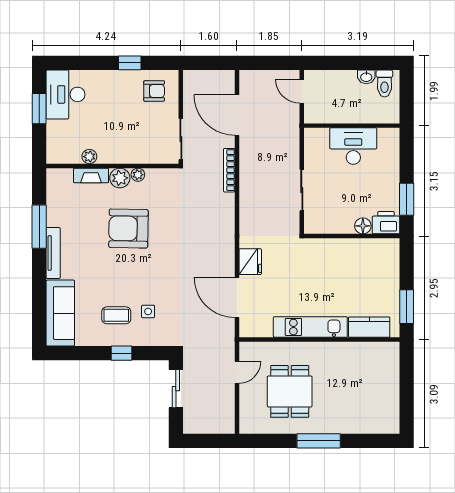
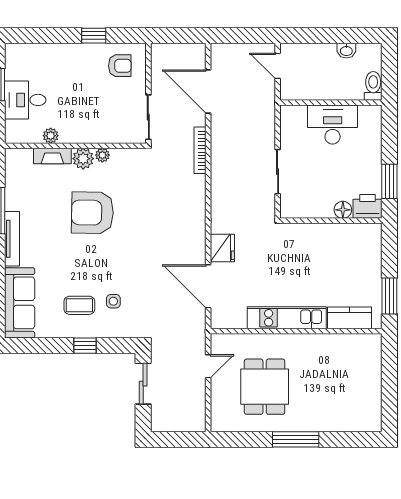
toilet: (384, 83) -> (373, 86), moved, turned 180
desk: (66, 94) -> (25, 100), moved, width x0.73

